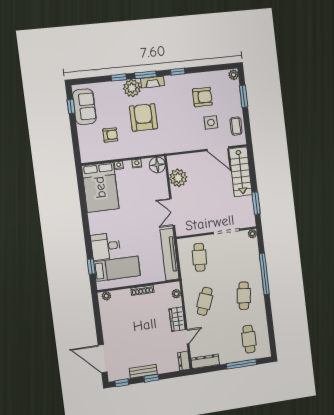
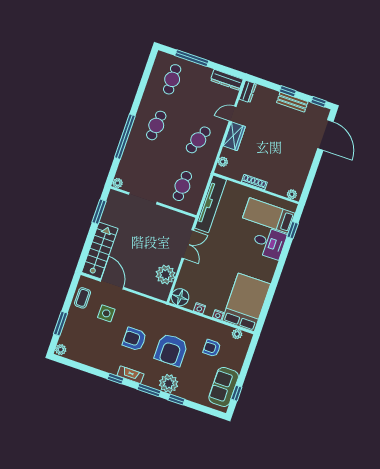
fireplace: (152, 82) -> (130, 375), moved
armchair: (202, 97) -> (134, 339), moved
plant: (95, 157) -> (237, 334), added

